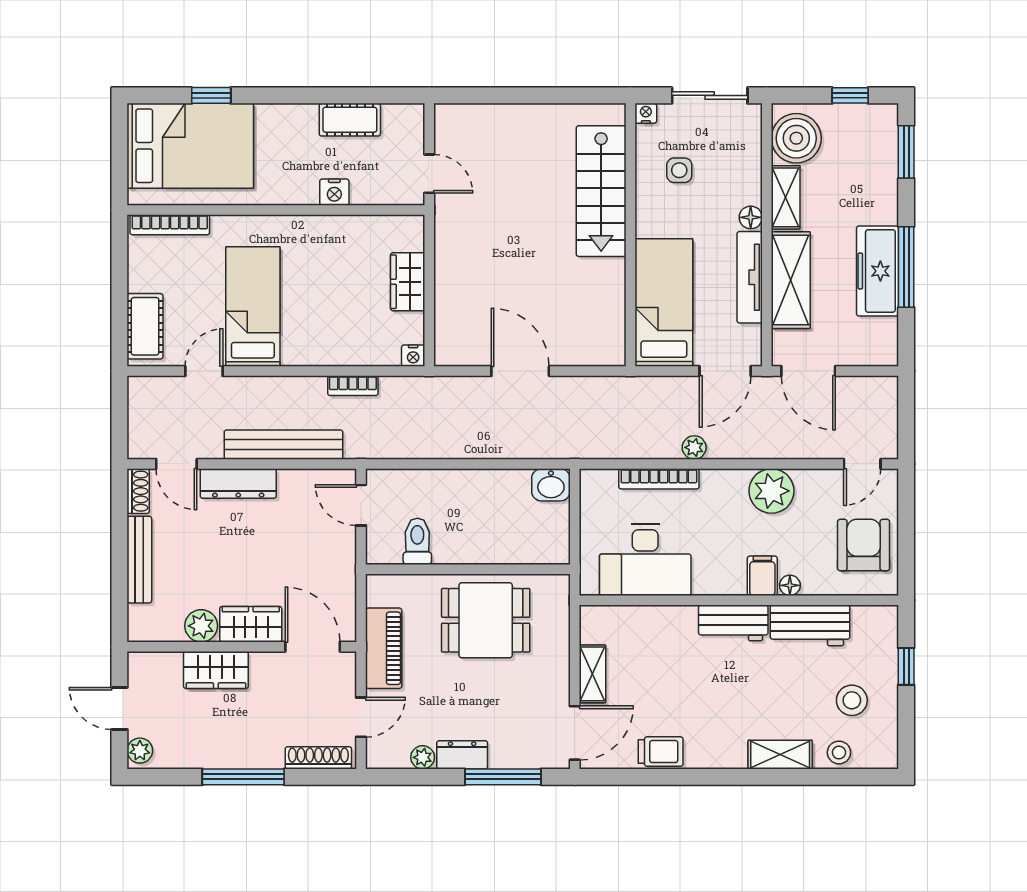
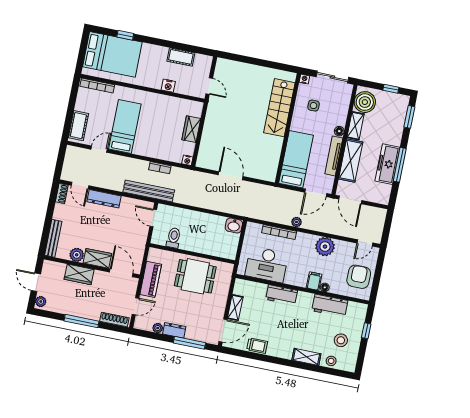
bench: (283, 445) -> (149, 191), moved
bench: (139, 560) -> (53, 238), moved
workbench: (733, 623) -> (282, 295), moved

